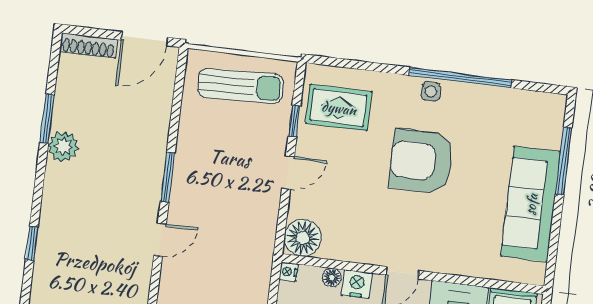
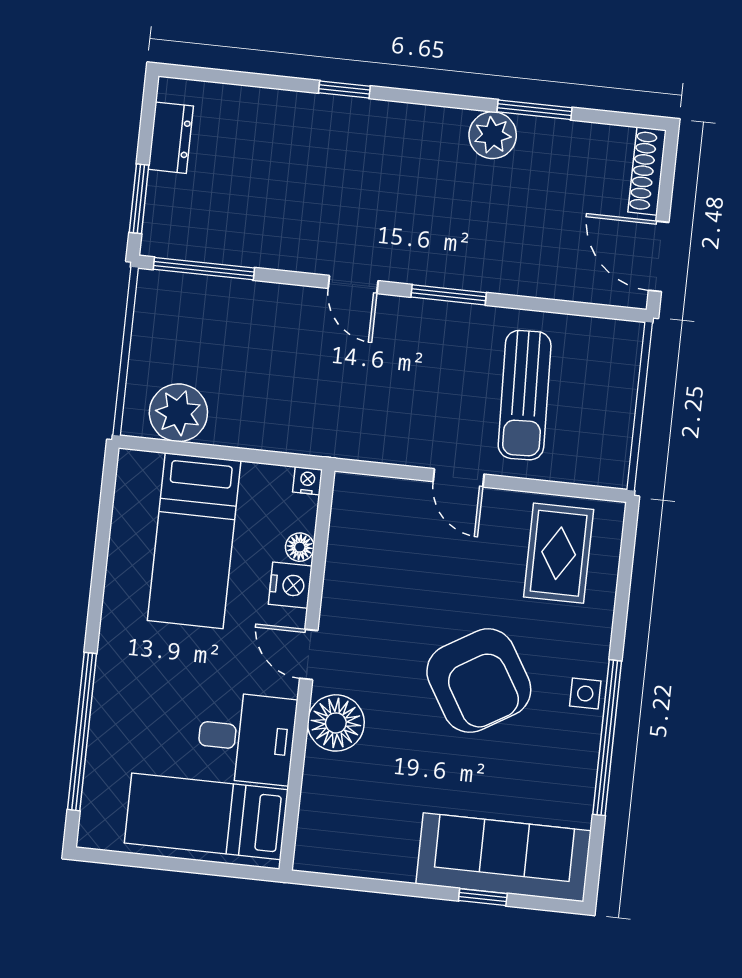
sun lounger: (240, 86) -> (525, 395), moved
window: (294, 121) -> (537, 486), removed
armchair: (421, 161) -> (479, 681), turned 149
window: (564, 161) -> (483, 897), width x0.46
sofa: (531, 204) -> (504, 857), moved
floor lamp: (303, 238) -> (336, 723), moved

